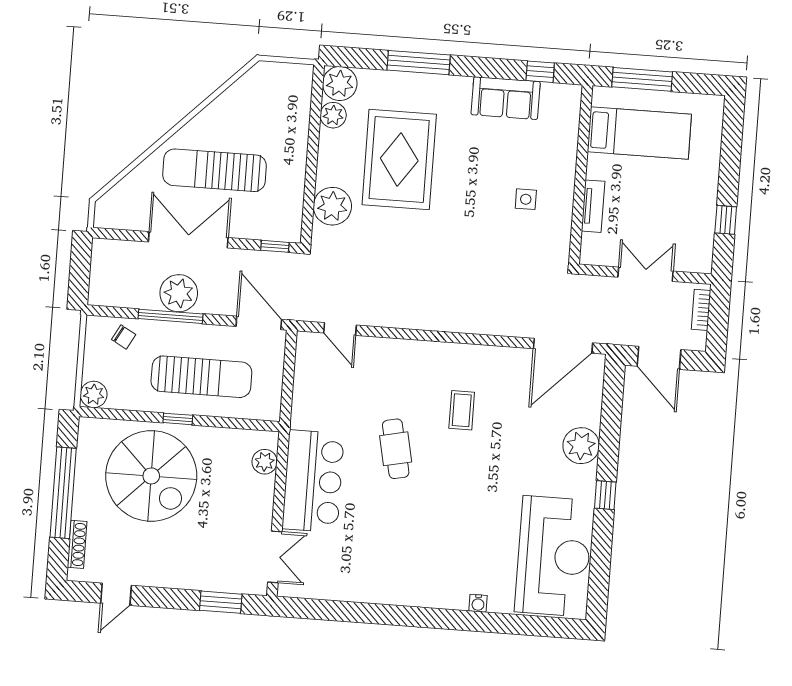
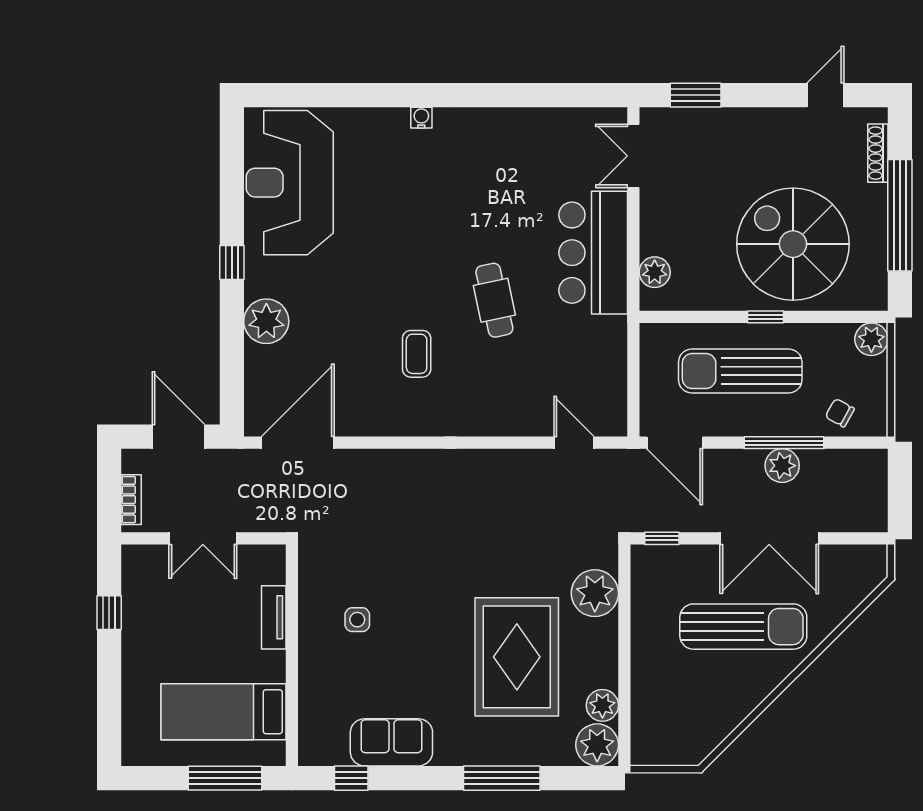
plant: (179, 293) -> (782, 466), width x0.73, depth x0.73
water cooler: (478, 603) -> (421, 118), moved

